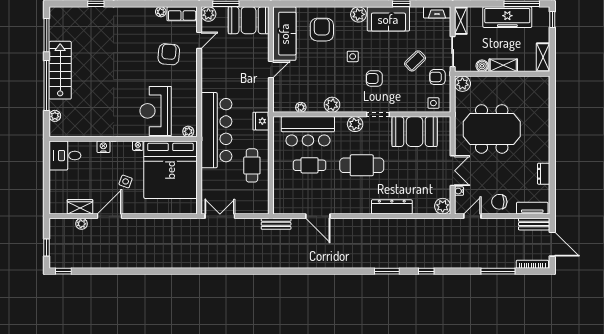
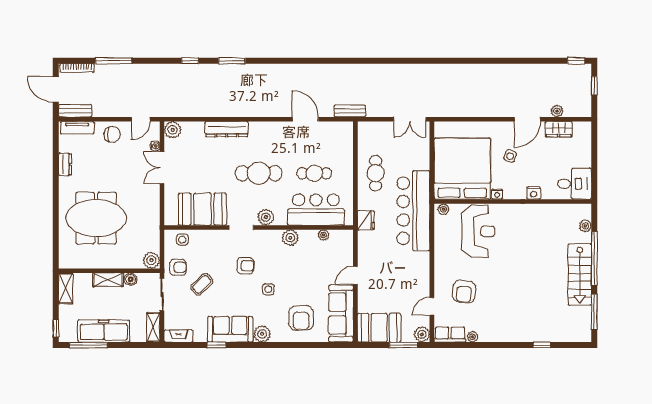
meeting table: (492, 129) -> (96, 218), moved

